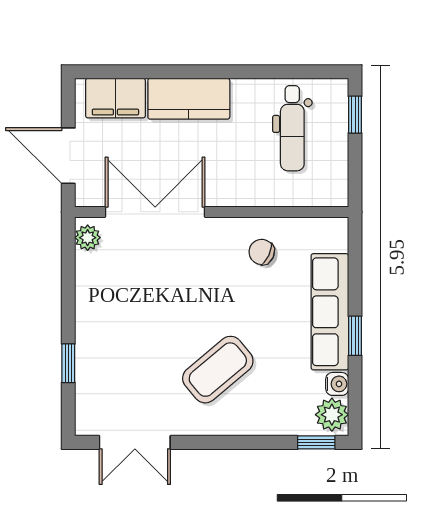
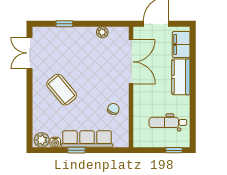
plant: (88, 238) -> (102, 32), moved
window: (316, 442) -> (29, 133), removed

